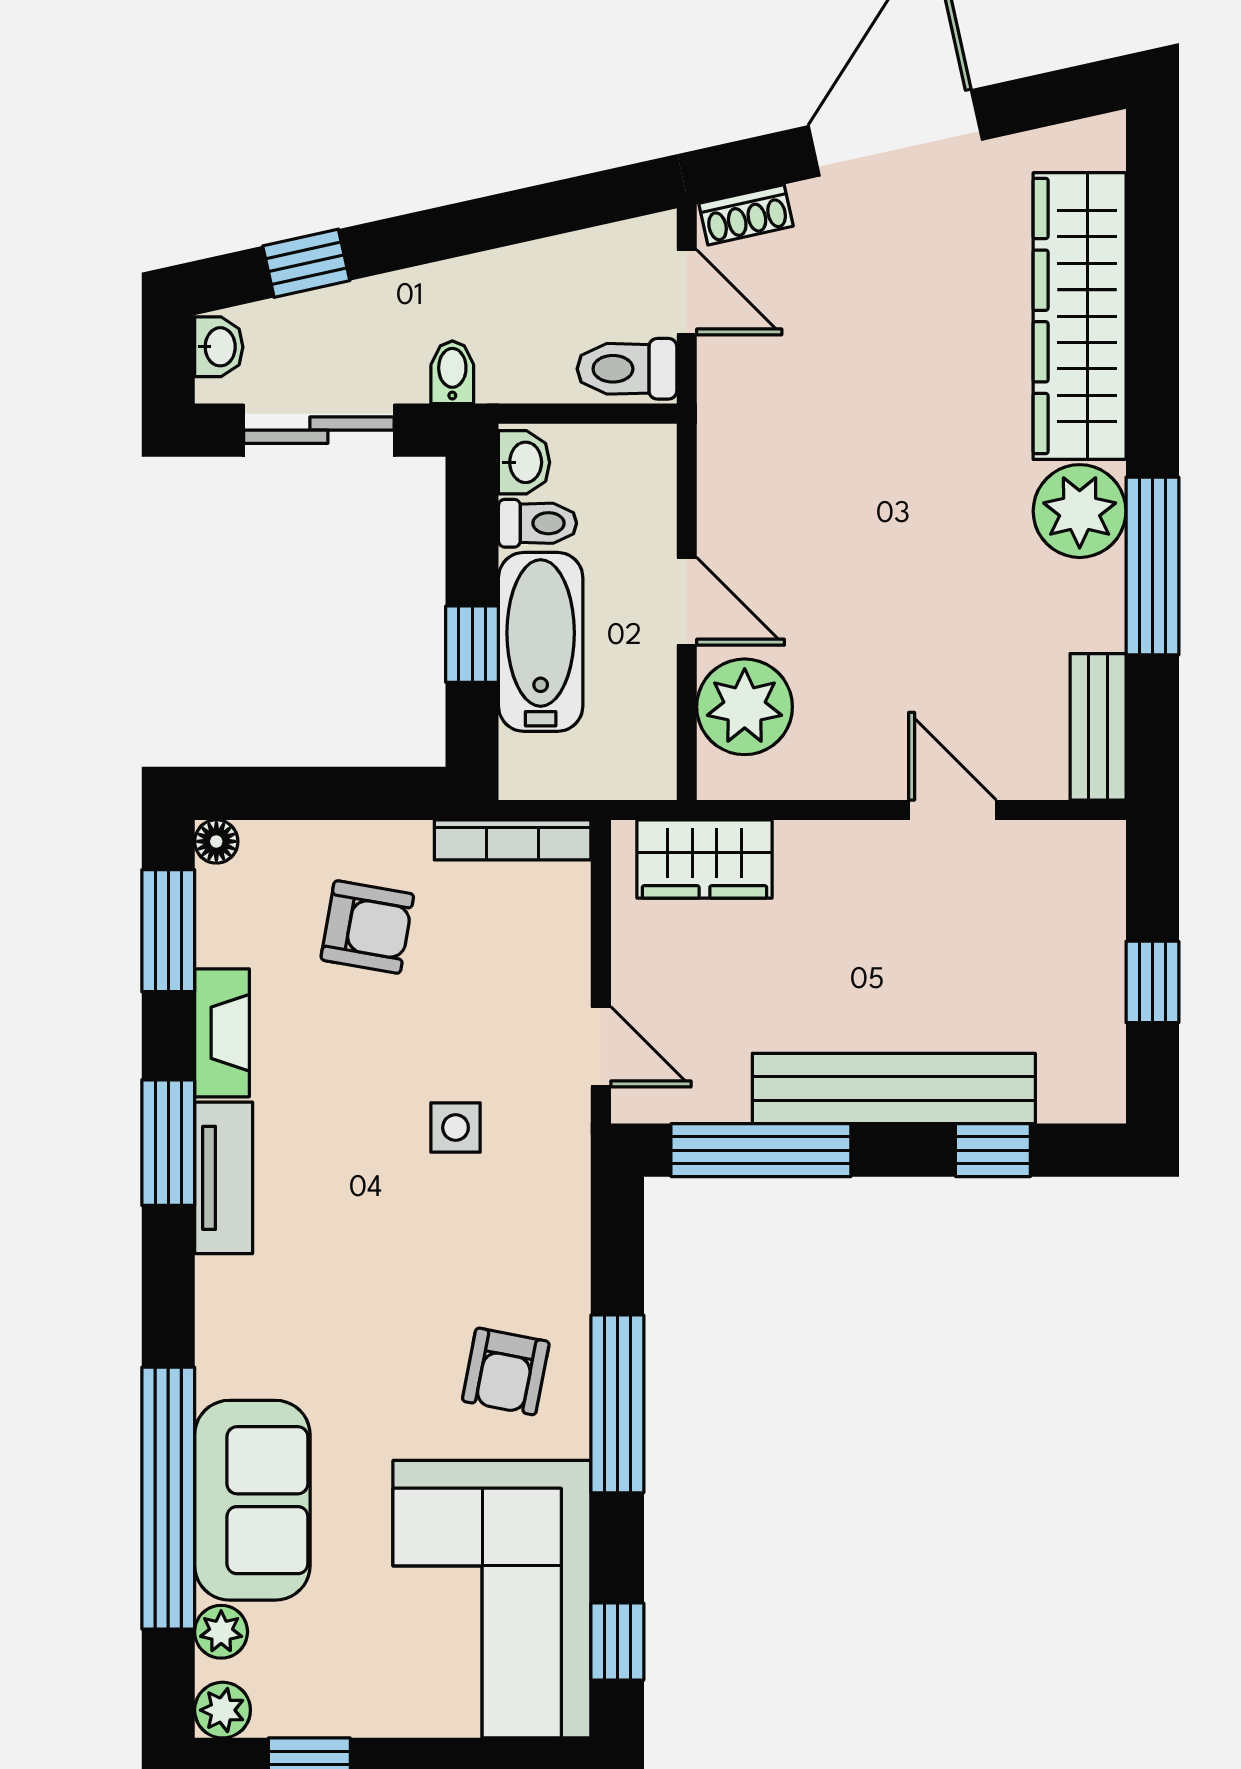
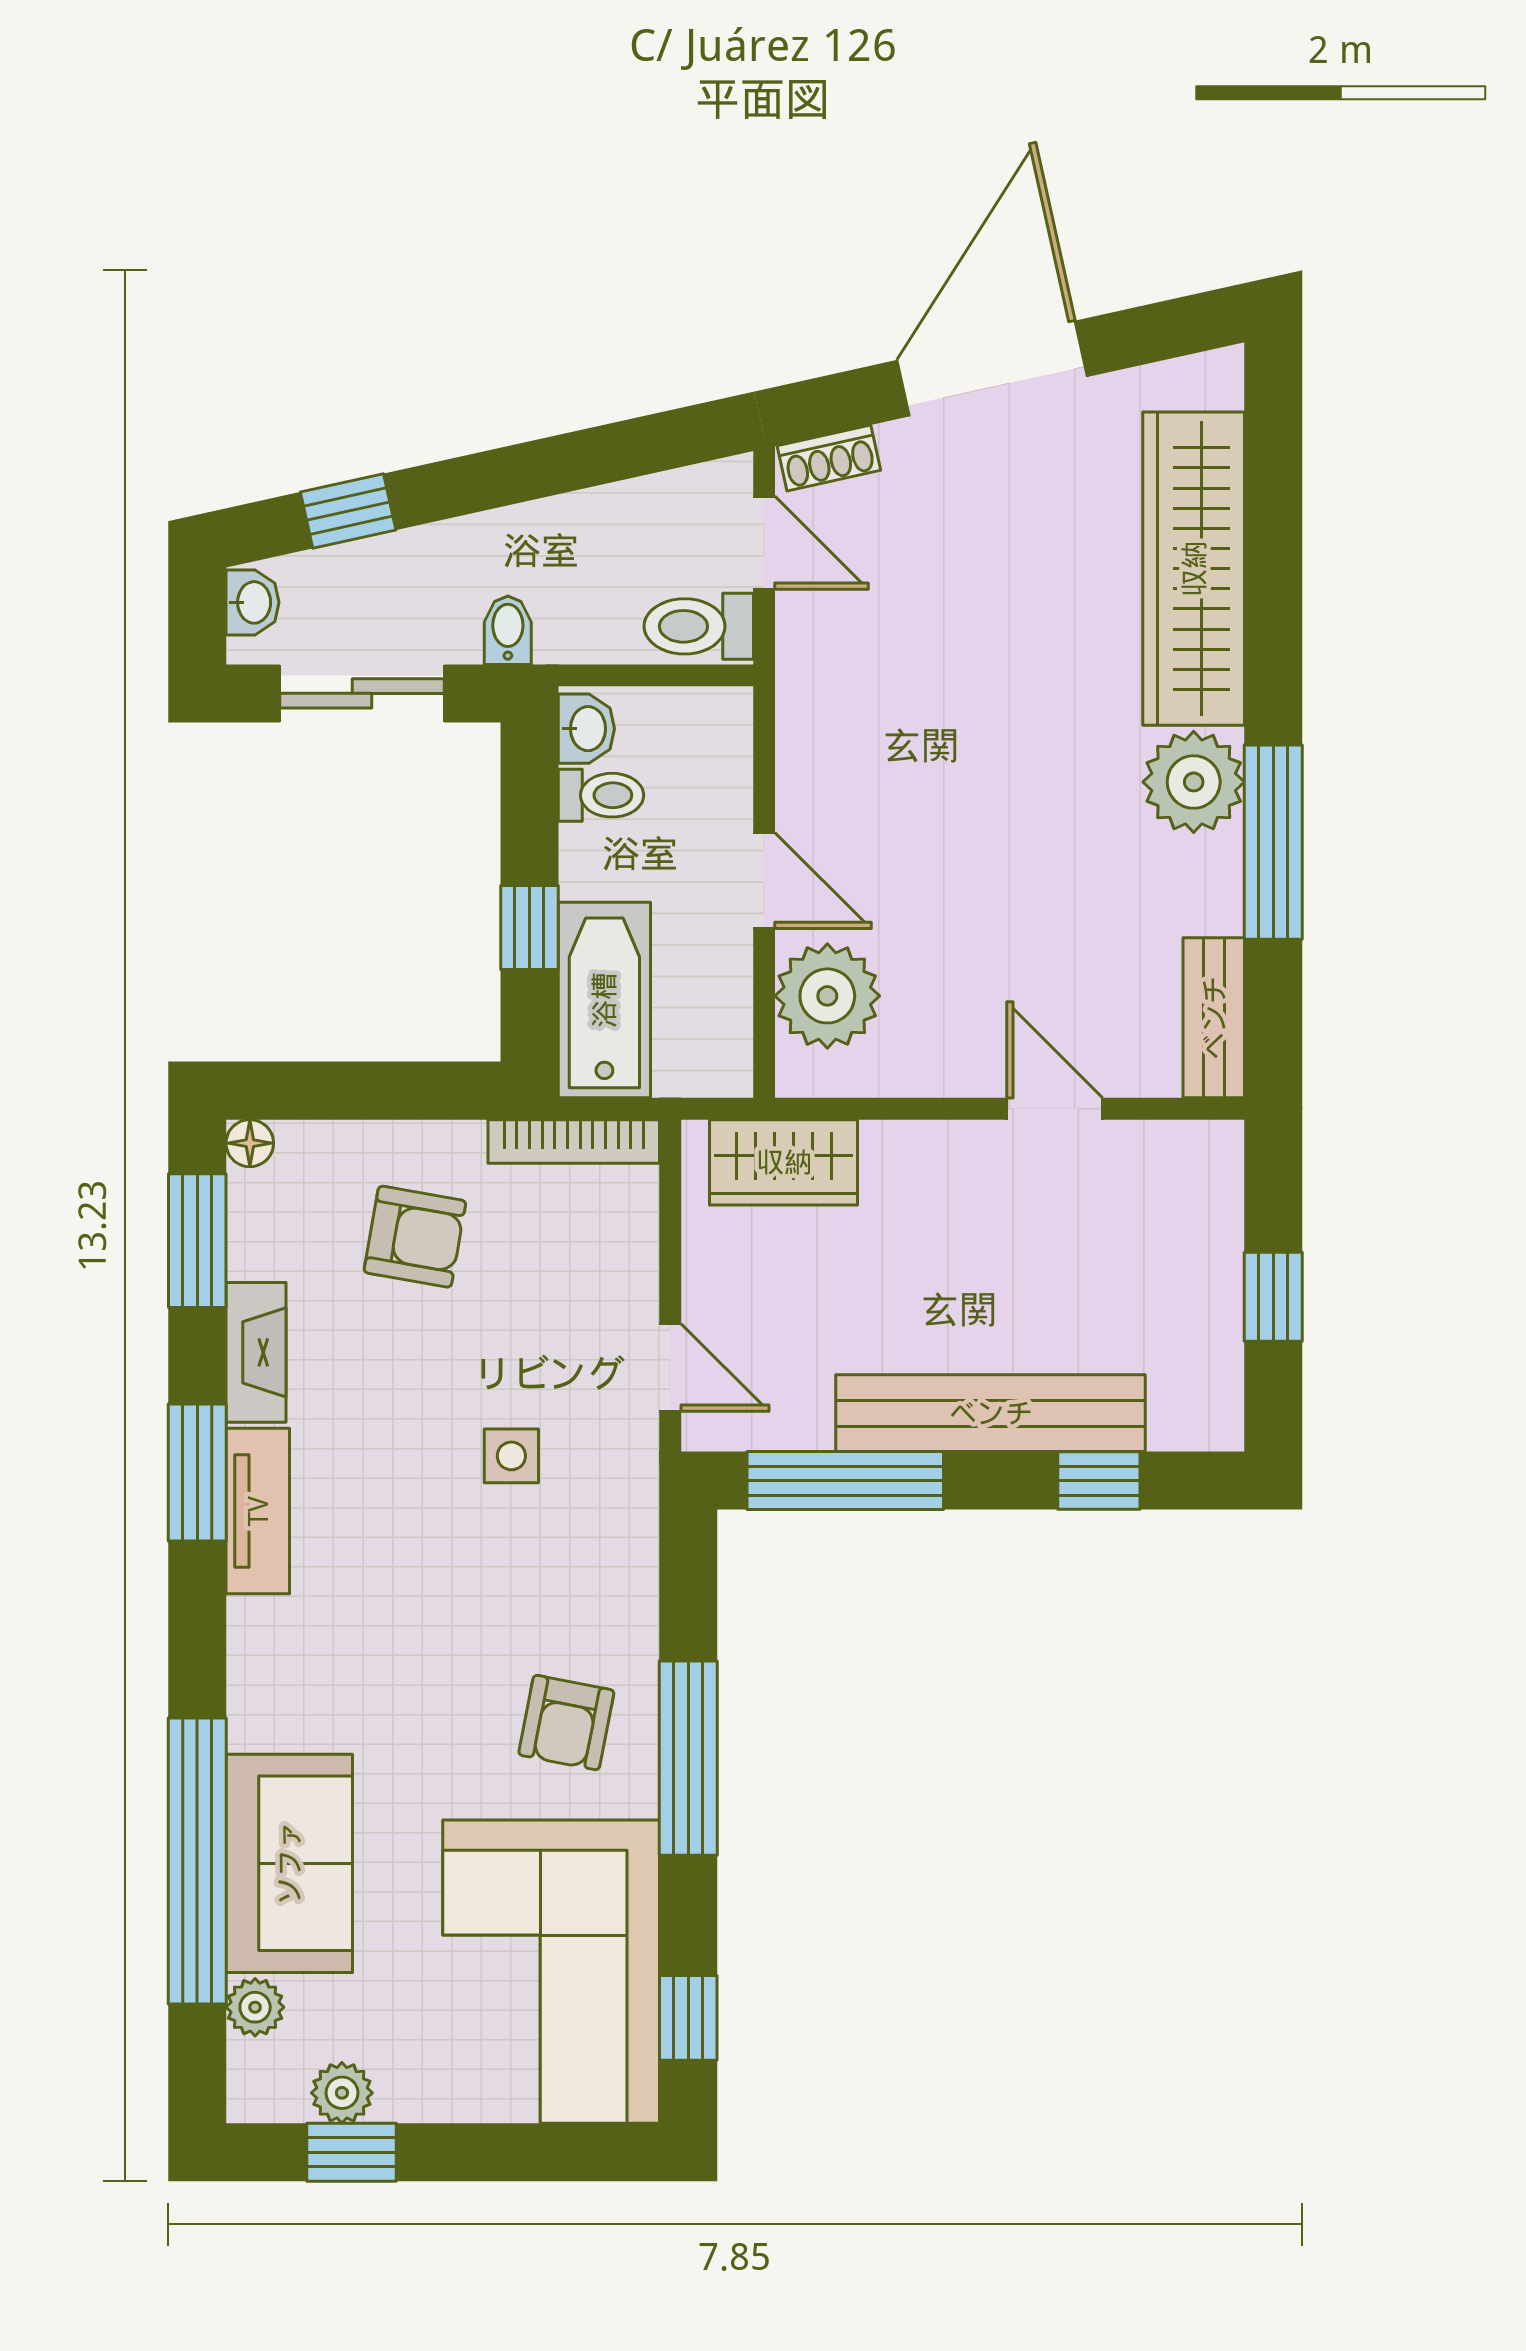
bathtub: (541, 642) -> (604, 1000), moved
plant: (223, 1710) -> (342, 2093), moved

